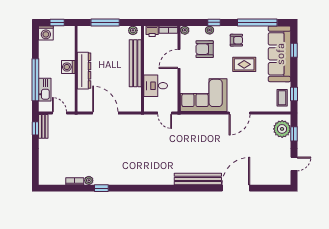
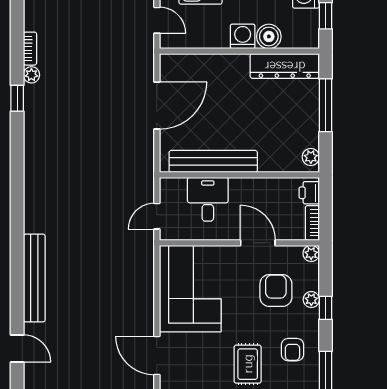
boiler: (68, 53) -> (269, 36), added
bench: (135, 63) -> (213, 161), moved
dresser: (84, 71) -> (285, 66), moved
door: (59, 113) -> (157, 20), hinge flipped
door: (236, 188) -> (17, 348), width x0.53

